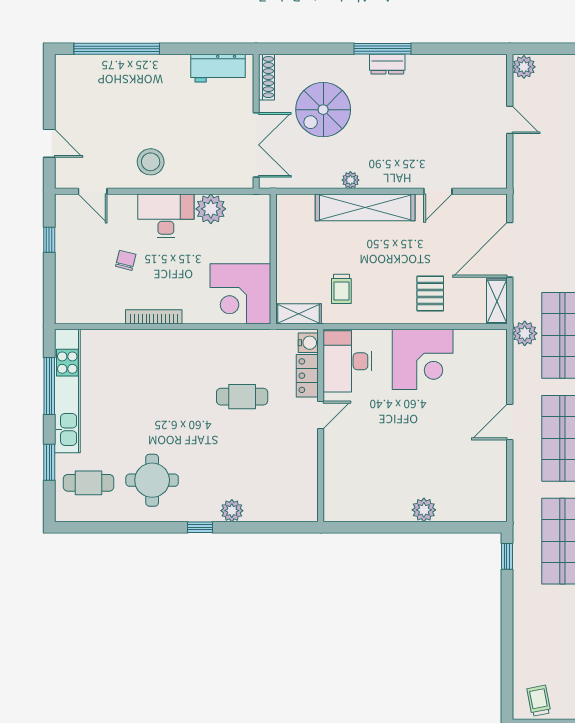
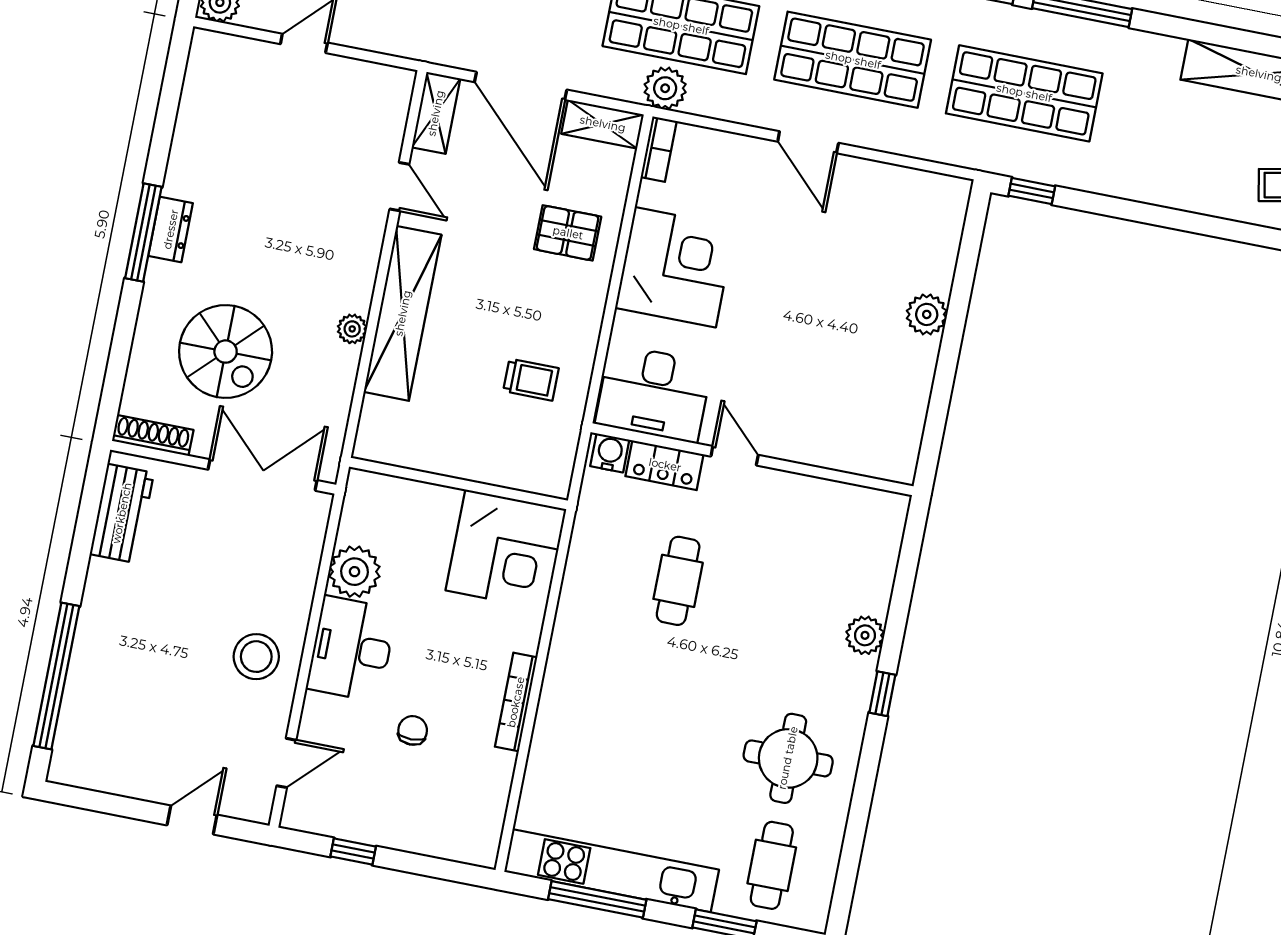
chair: (126, 260) -> (413, 730), turned 76
shelving: (298, 314) -> (436, 113), moved
bookcase: (489, 337) -> (659, 149), added

